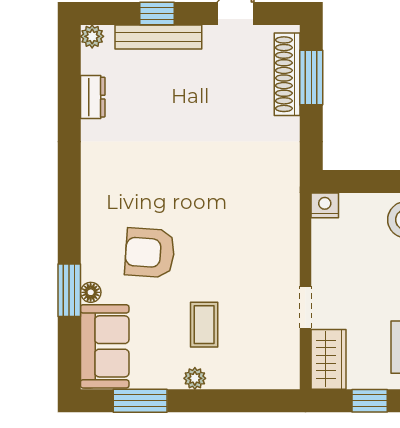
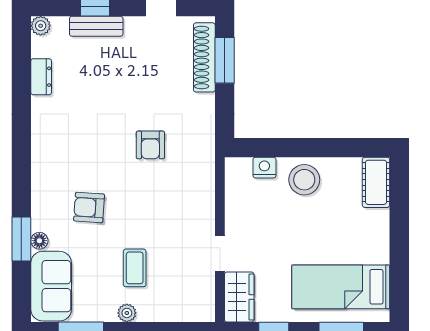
bench: (158, 37) -> (96, 26), width x0.73
armchair: (223, 178) -> (150, 145), added
nightstand: (325, 205) -> (264, 168), moved
armchair: (150, 253) -> (89, 208), width x0.72, depth x0.72

